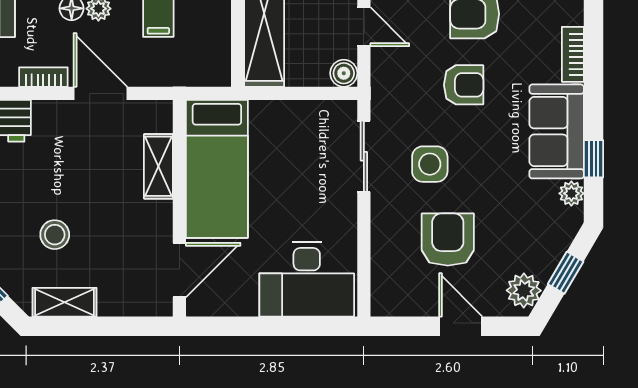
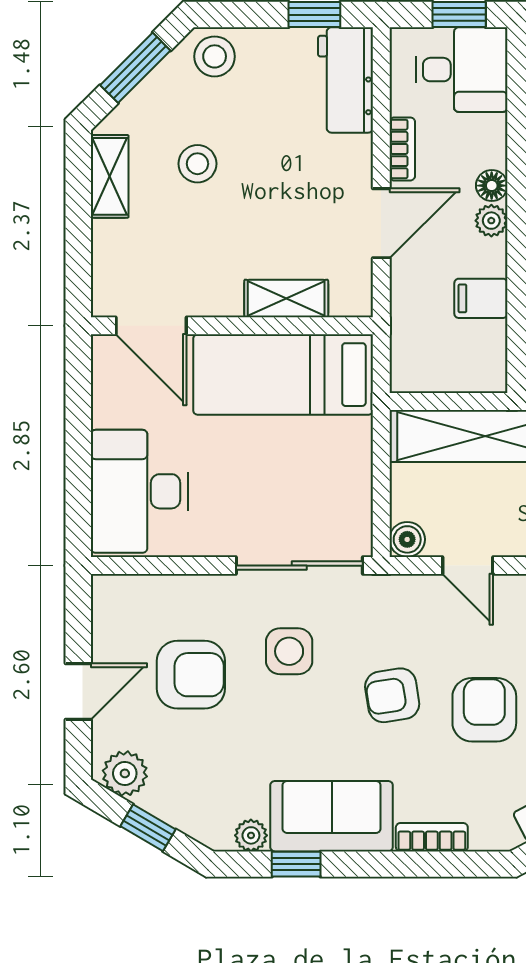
door: (364, 27) -> (468, 566), hinge flipped
armchair: (464, 85) -> (392, 695), turned 81
sliding door: (364, 156) -> (299, 566), width x1.37

